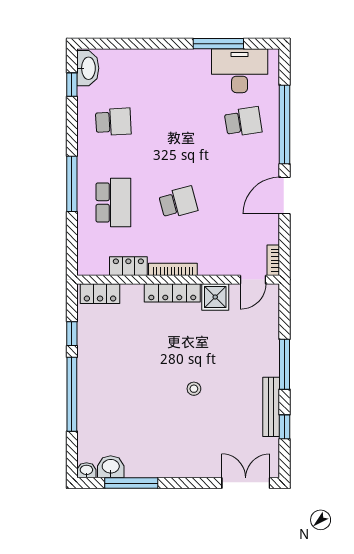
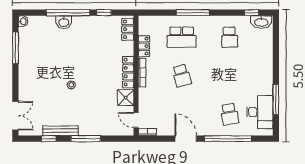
washbasin: (111, 467) -> (64, 22), moved, turned 90

